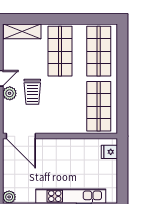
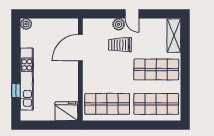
door: (21, 136) -> (80, 48), moved
fridge: (109, 152) -> (66, 111), width x1.88, depth x1.34

